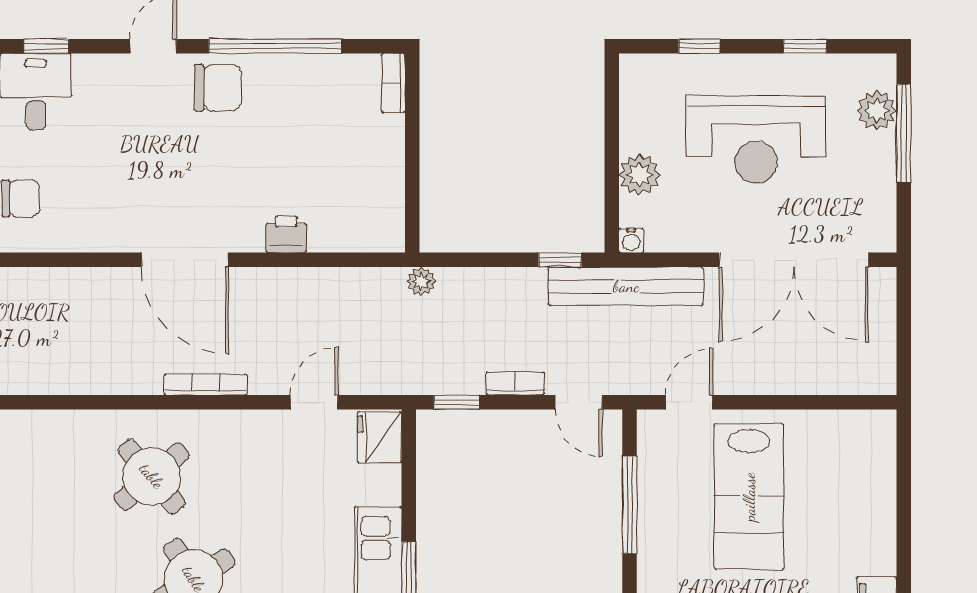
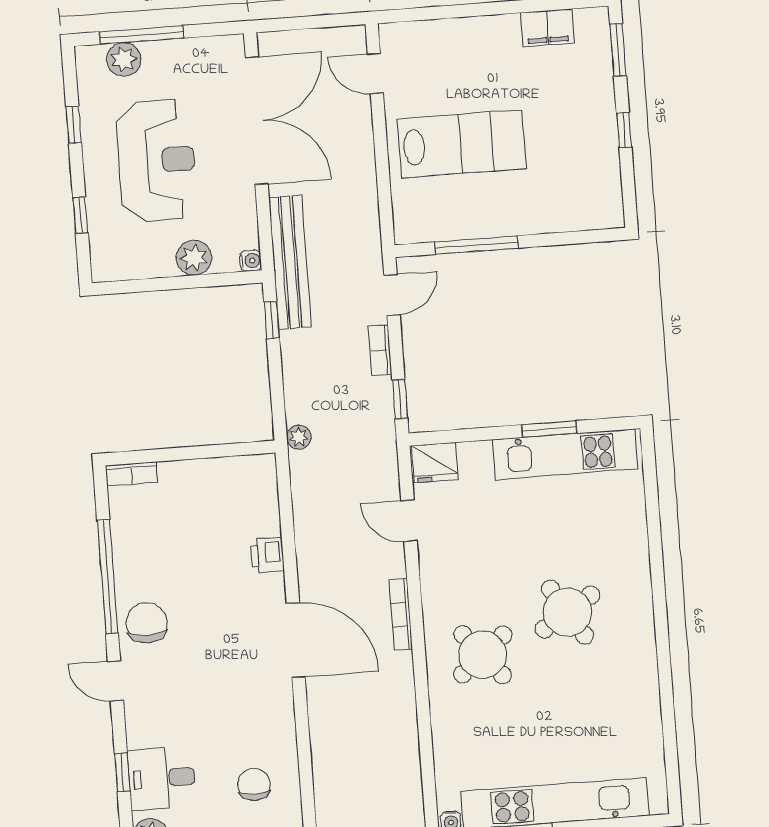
door: (185, 260) -> (296, 640), hinge flipped
door: (689, 402) -> (375, 73), moved

